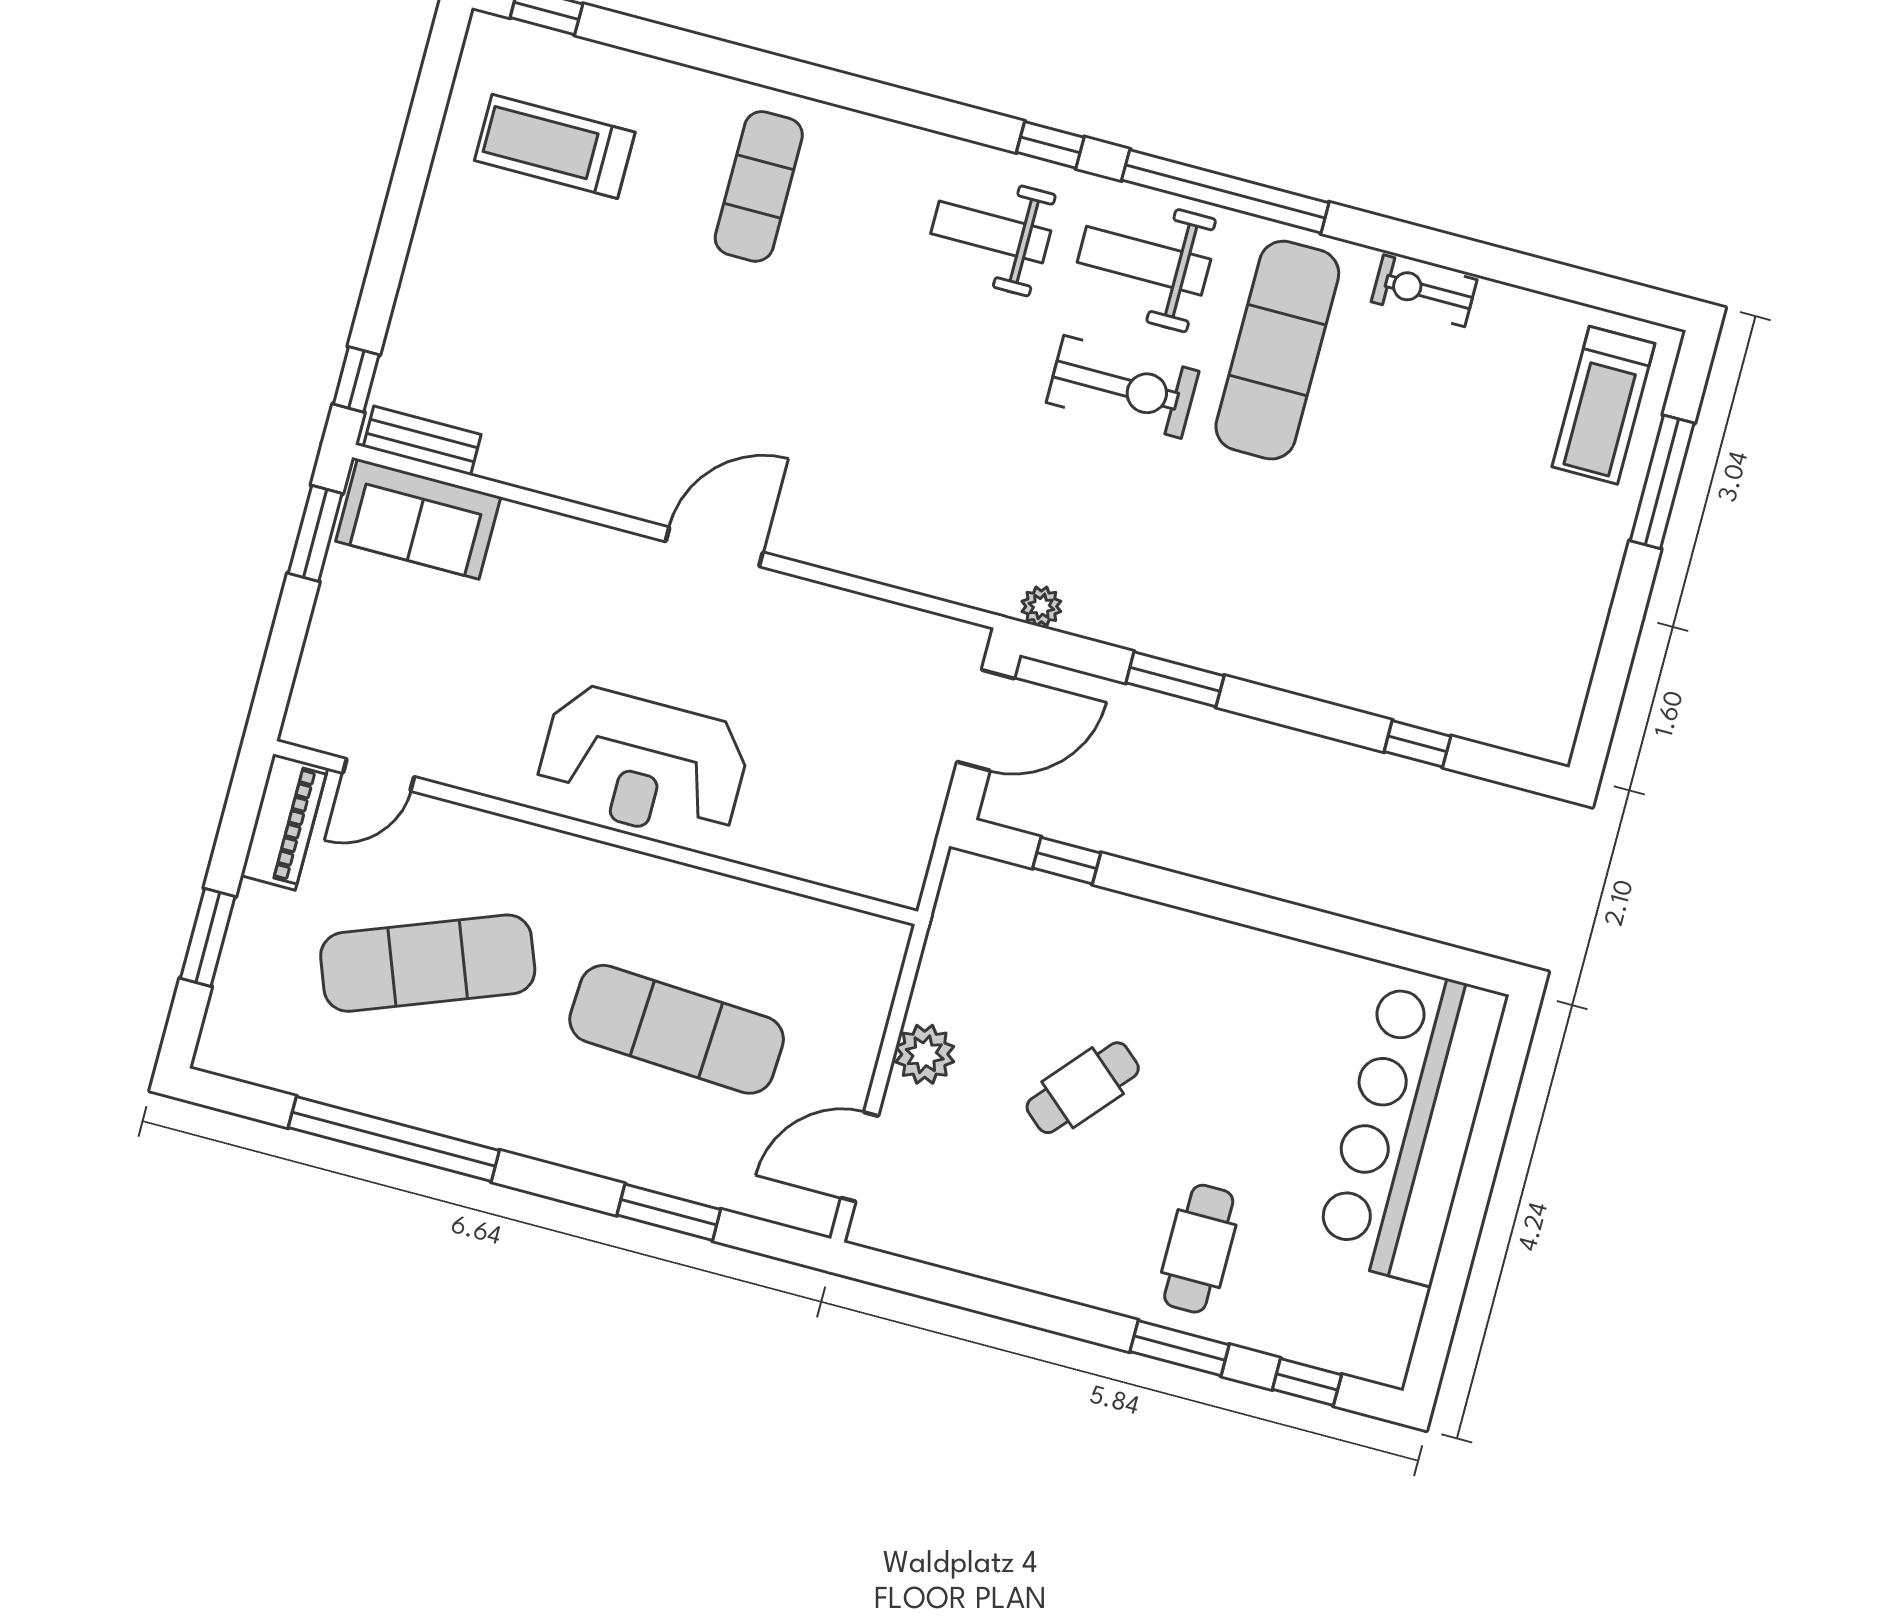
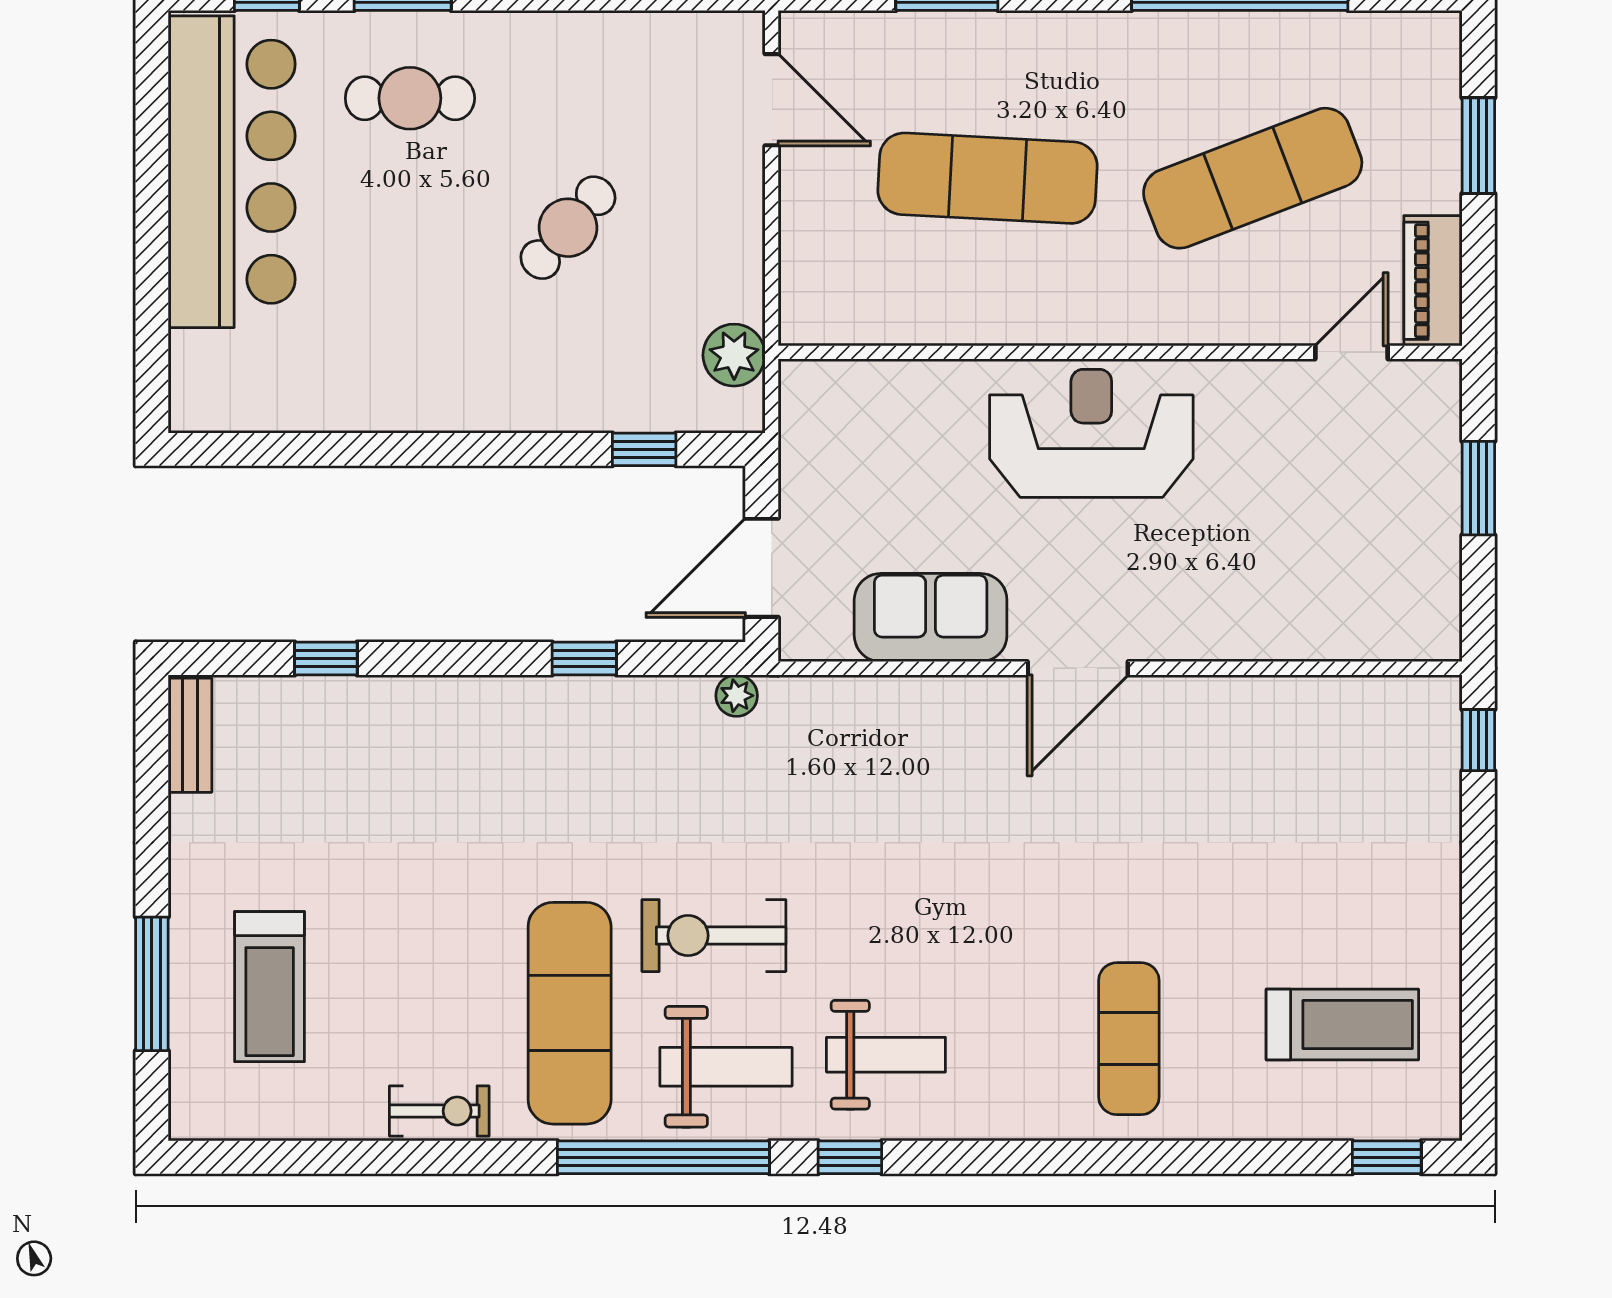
treadmill: (1603, 405) -> (270, 987), moved, turned 180
bench: (422, 441) -> (190, 735), moved, turned 90
sofa: (418, 519) -> (931, 618), moved
window: (315, 533) -> (1478, 488), moved
window: (1175, 679) -> (584, 658), width x0.67
plant: (925, 1054) -> (734, 355), moved
bar counter: (1411, 1125) -> (232, 172), moved
door: (860, 1157) -> (772, 100), hinge flipped
cafe table: (1199, 1249) -> (410, 98), turned 90

